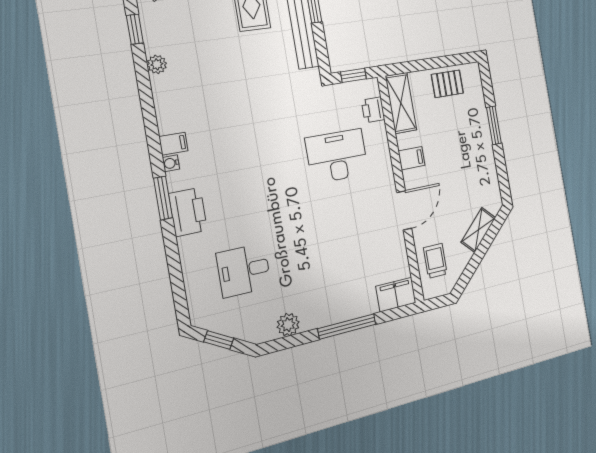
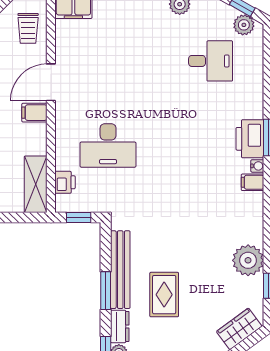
plant: (157, 64) -> (248, 260), width x1.88, depth x1.88
filing cabinet: (412, 158) -> (34, 113), moved
printer: (188, 212) -> (250, 139), moved
plant: (213, 320) -> (244, 25), added

